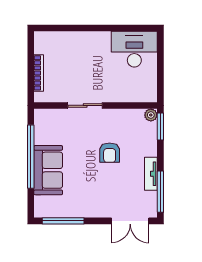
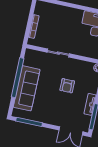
sofa: (48, 170) -> (27, 88), width x1.36

